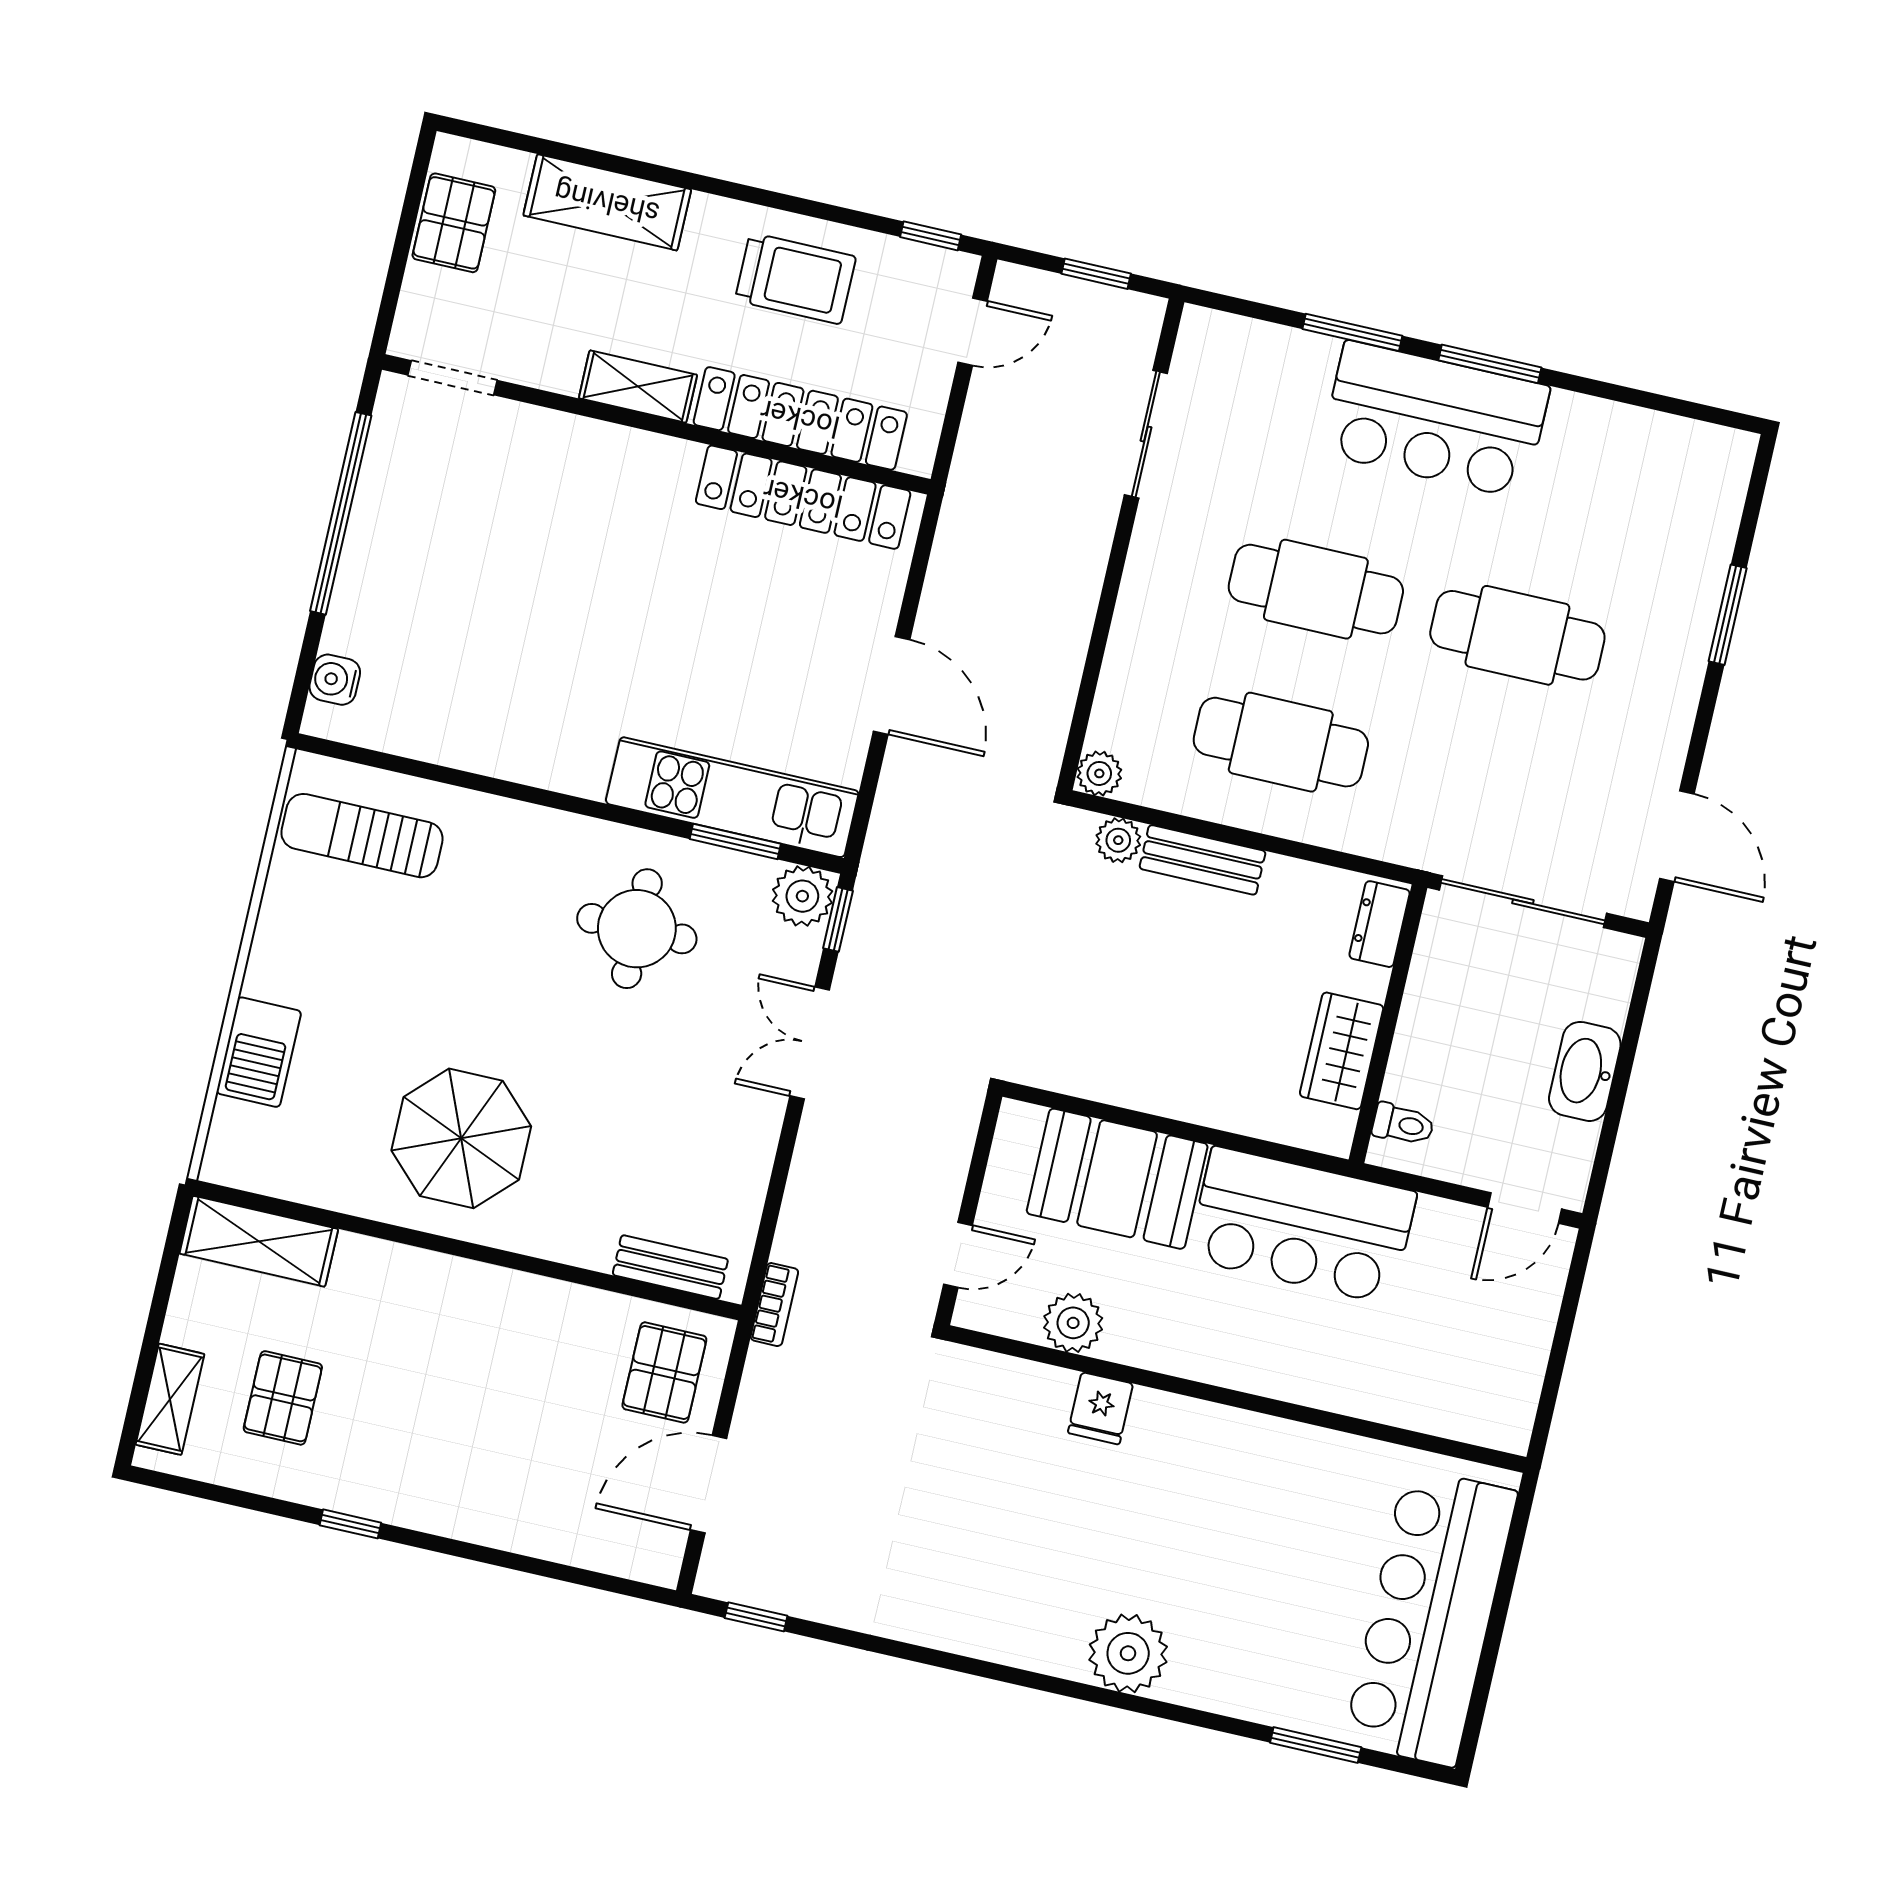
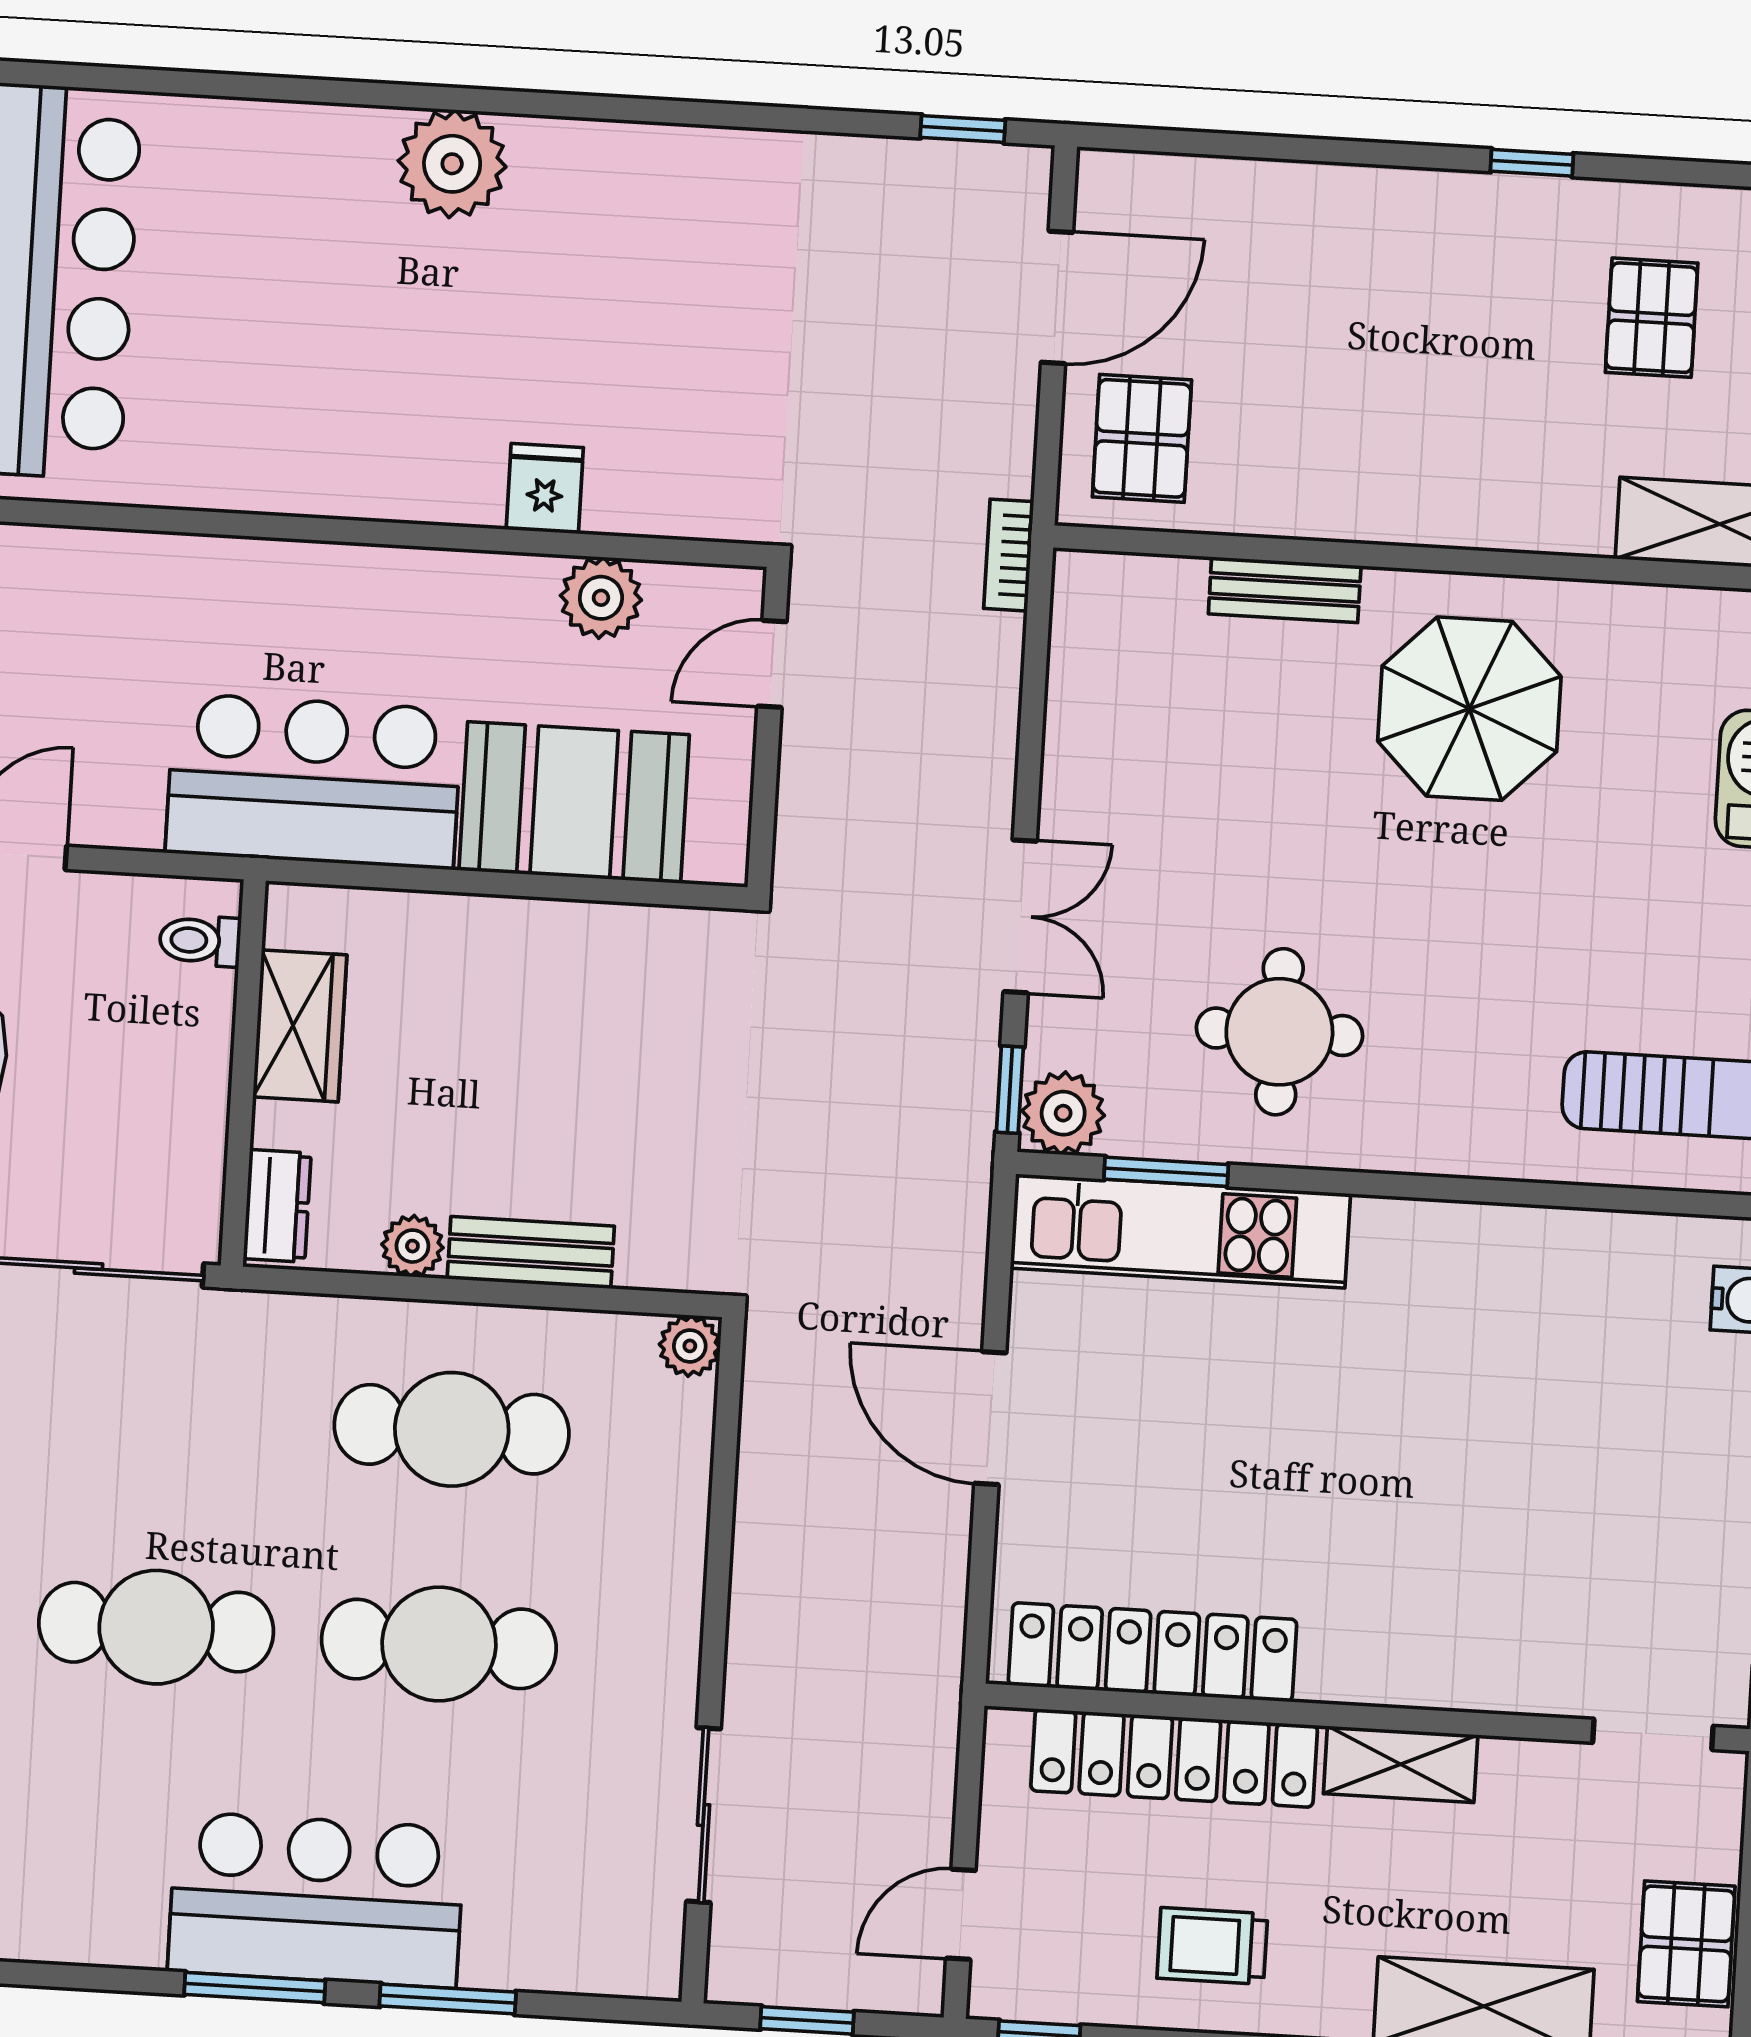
trolley: (795, 278) -> (1212, 1946), width x0.73, depth x0.72
plant: (1118, 840) -> (412, 1246), moved
bench: (670, 1267) -> (1285, 590), moved
window: (1316, 1745) -> (178, 82), removed

